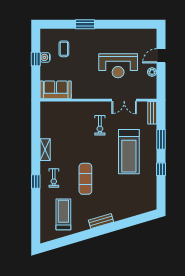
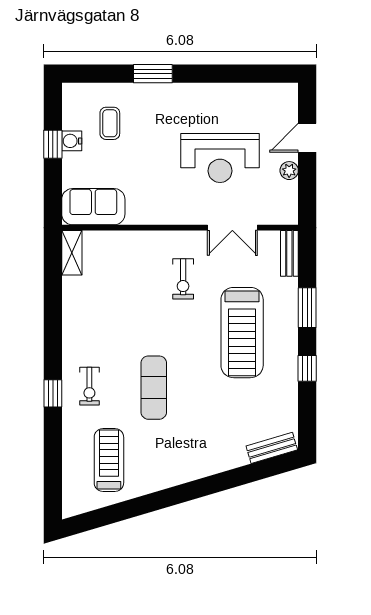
shelving: (45, 150) -> (72, 253), moved
bench: (101, 221) -> (272, 448), moved

